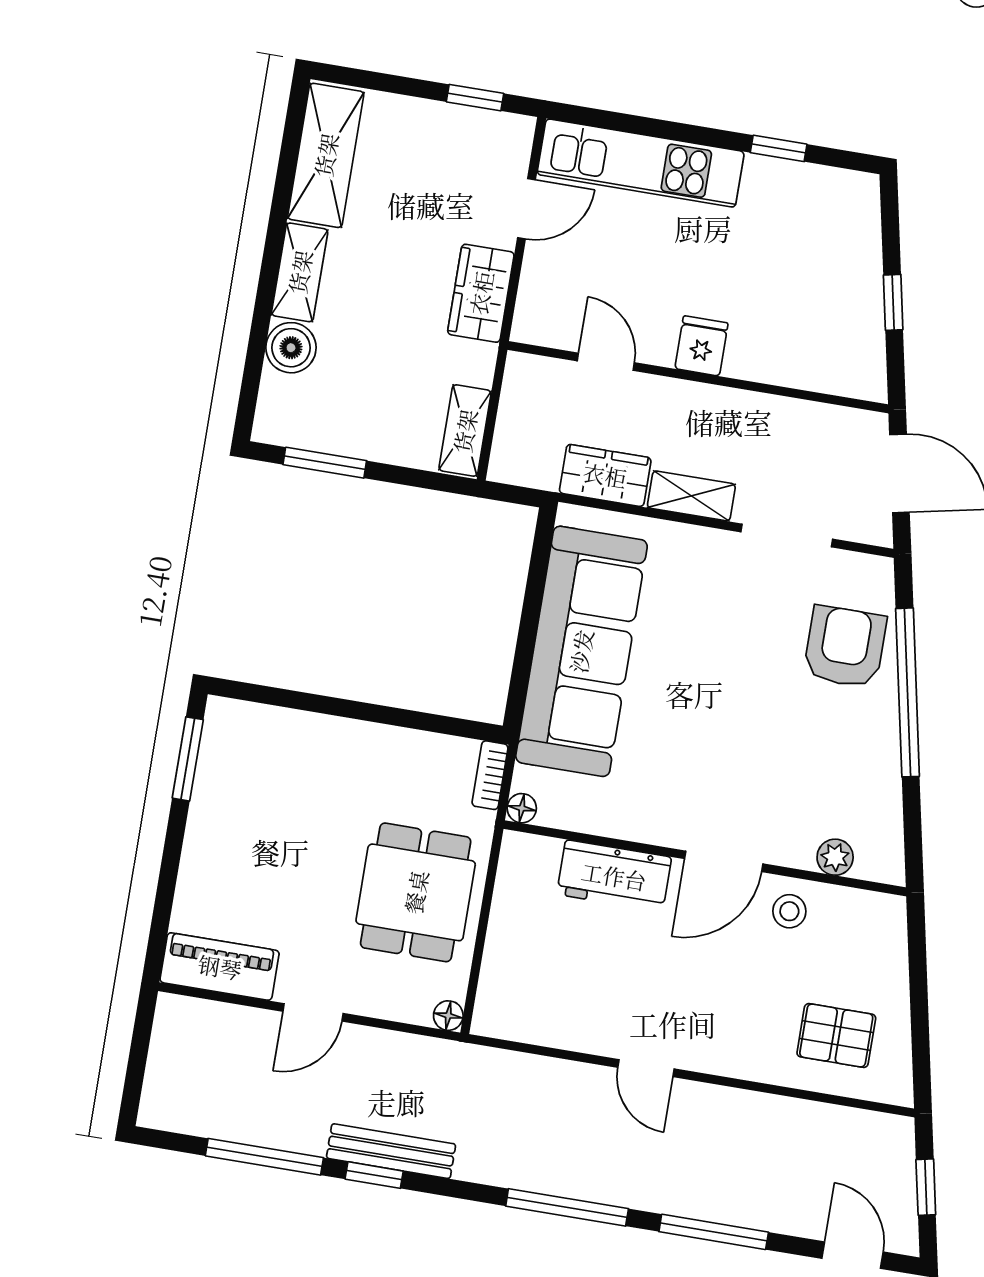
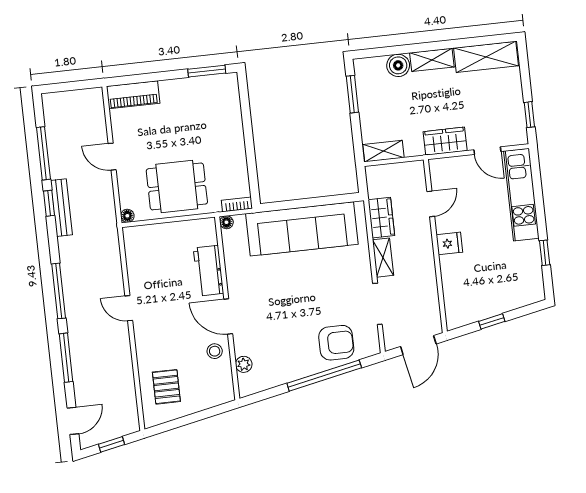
piano: (220, 967) -> (133, 95), moved, turned 90
door: (646, 1068) -> (129, 308), hinge flipped

